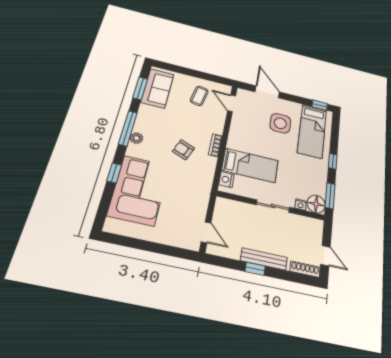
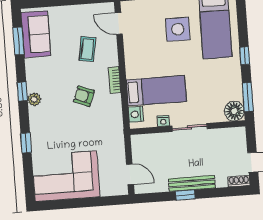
coffee table: (199, 96) -> (87, 49), moved
window: (128, 128) -> (22, 92), width x0.46
corner sofa: (139, 190) -> (66, 176), moved, turned -90
nightstand: (301, 205) -> (163, 121), moved
shoe rack: (305, 269) -> (239, 181), width x0.70

